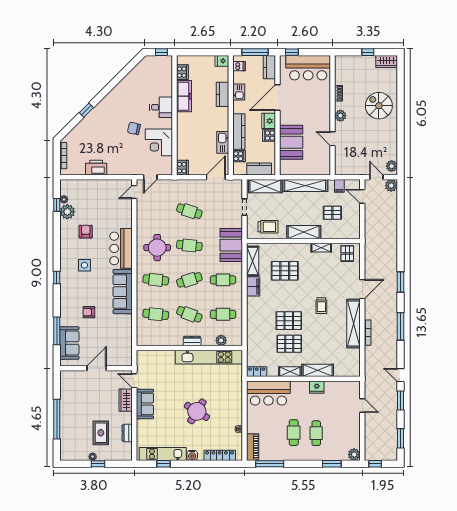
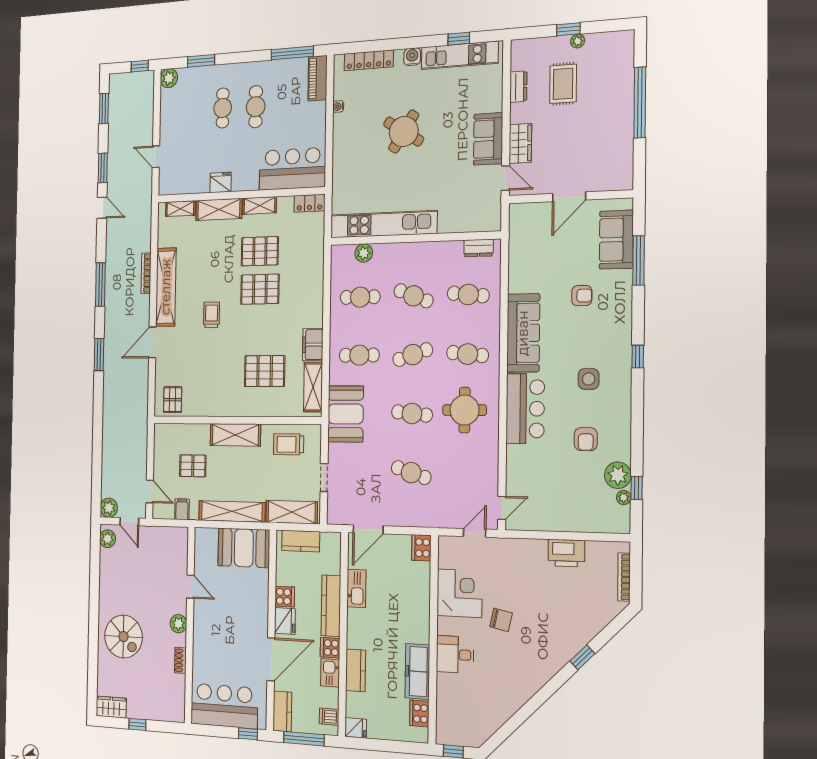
booth: (291, 142) -> (244, 548), moved, turned 90
cooker: (239, 156) -> (330, 648), moved
shelving: (321, 248) -> (180, 209), moved
dresser: (192, 341) -> (479, 248), moved

